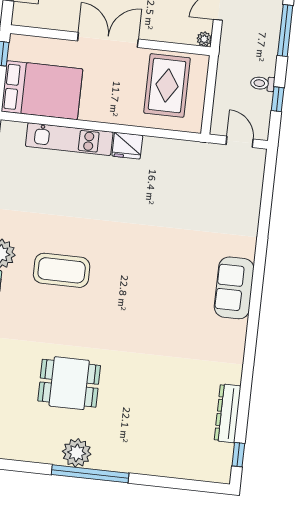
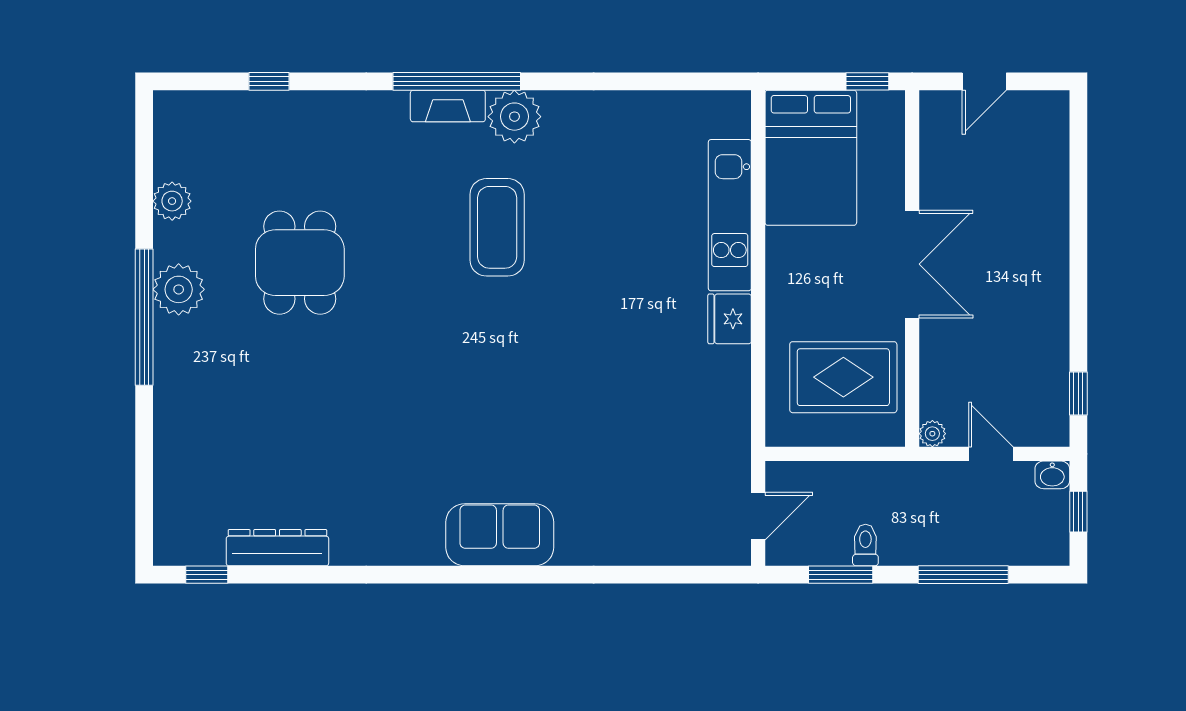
window: (278, 99) -> (841, 575), width x1.50
plant: (27, 451) -> (172, 201), added

